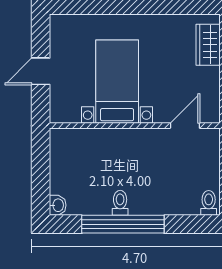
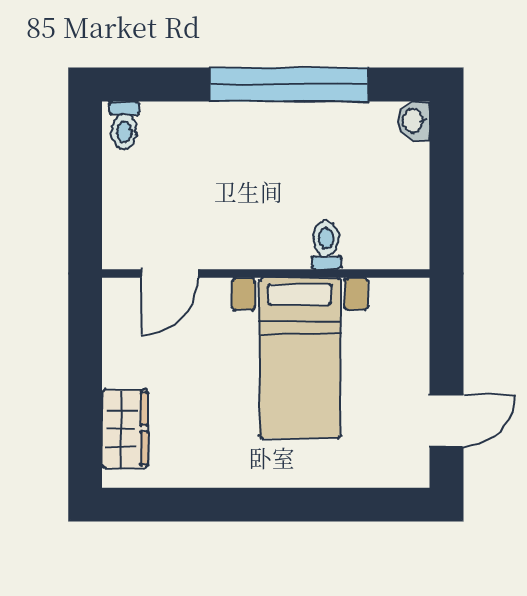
door: (41, 71) -> (446, 421), moved
toilet: (120, 203) -> (326, 245), moved, turned 180

